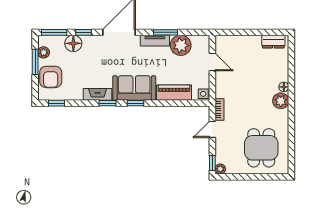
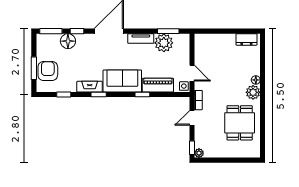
window: (166, 32) -> (168, 31), moved
plant: (44, 52) -> (41, 49), removed
window: (35, 62) -> (34, 68), moved
door: (212, 62) -> (192, 73), moved
armchair: (51, 77) -> (48, 71), turned 180
window: (57, 103) -> (64, 94), moved
window: (135, 103) -> (142, 94), moved
dining table: (261, 148) -> (240, 123), moved

